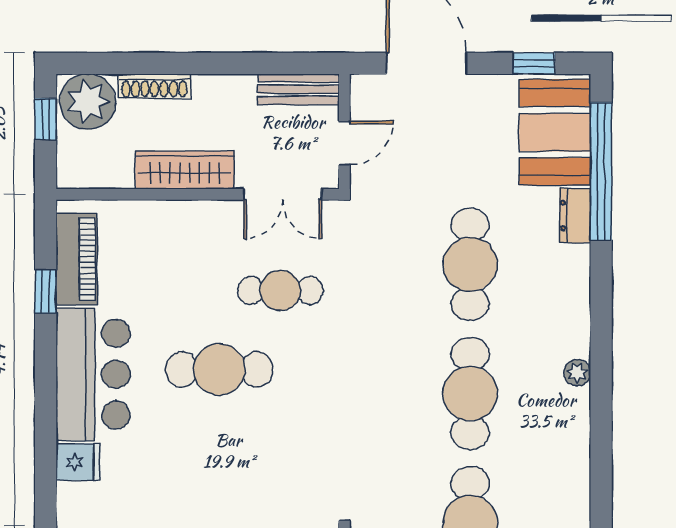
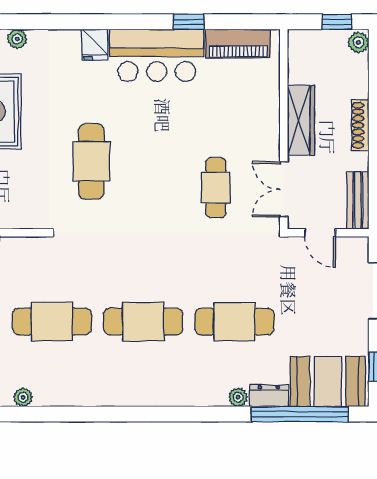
shoe rack: (154, 86) -> (360, 125), moved
plant: (88, 102) -> (358, 42), width x0.53, depth x0.53
window: (46, 291) -> (189, 22), moved
cafe table: (219, 369) -> (91, 161), moved
plant: (577, 373) -> (238, 397), moved

